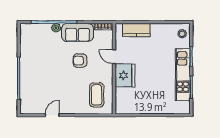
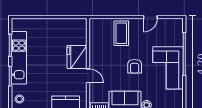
armchair: (80, 61) -> (135, 66), moved, turned 90
corner sofa: (35, 65) -> (168, 68), added
coffee table: (97, 95) -> (121, 33), moved

